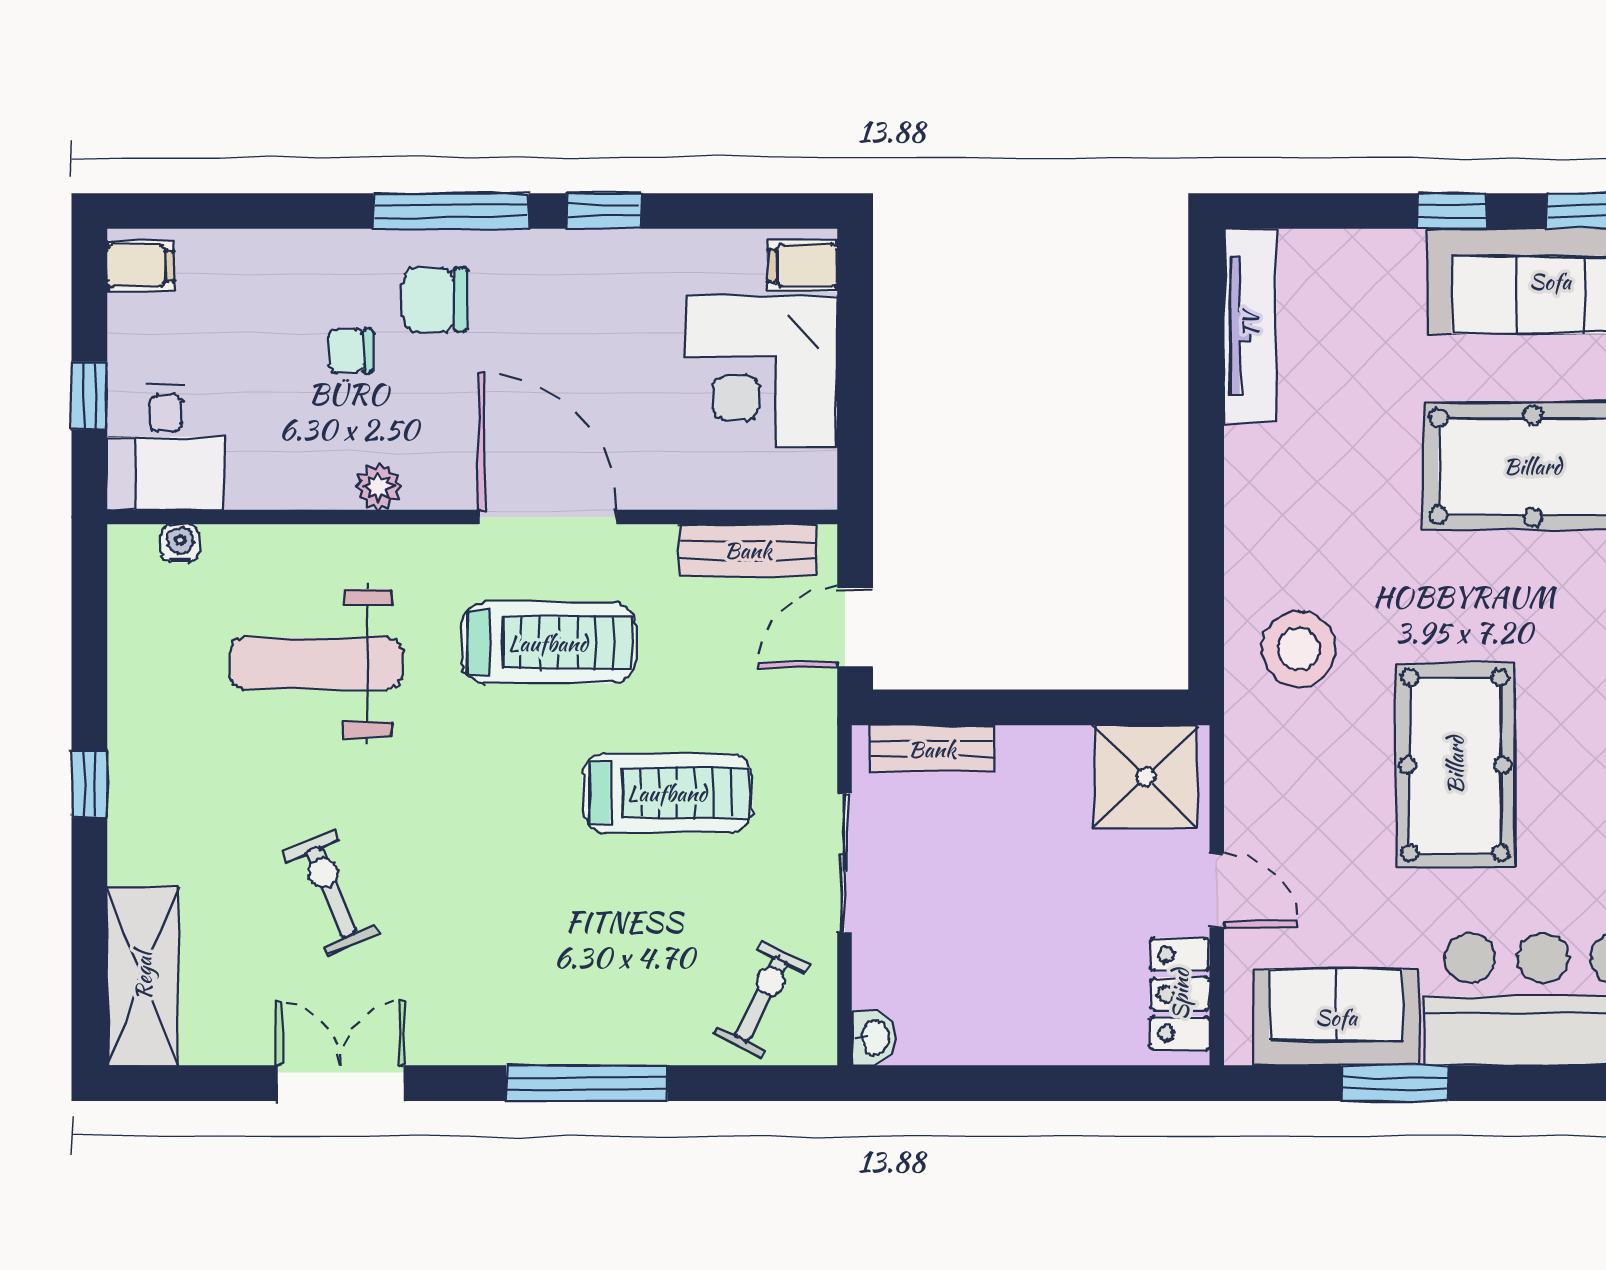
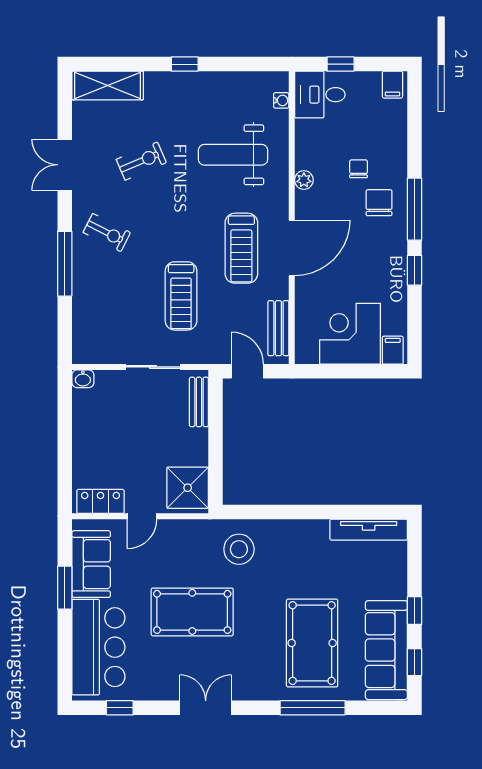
weight bench: (316, 663) -> (233, 155), turned -90
exercise bike: (761, 999) -> (107, 233), moved
double door: (340, 1083) -> (65, 165), swing flipped

